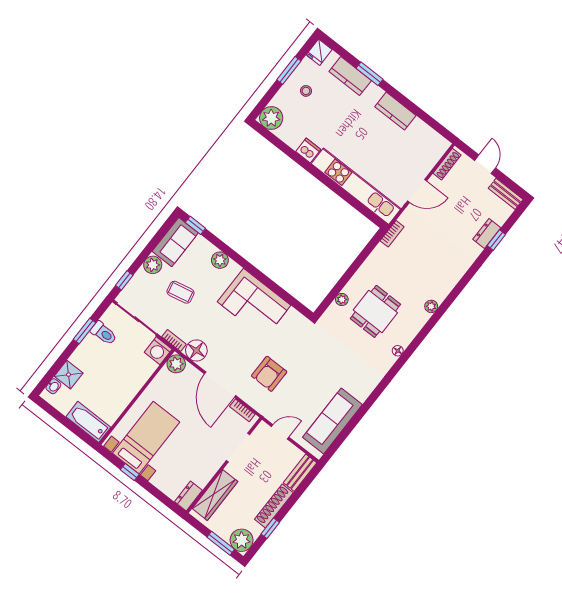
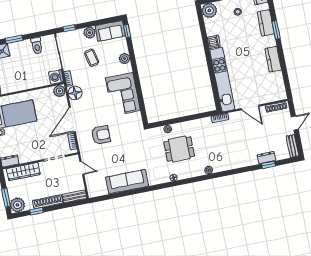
window: (85, 331) -> (14, 39), moved
armchair: (269, 374) -> (101, 135), turned 180
sofa: (332, 421) -> (127, 182), moved

